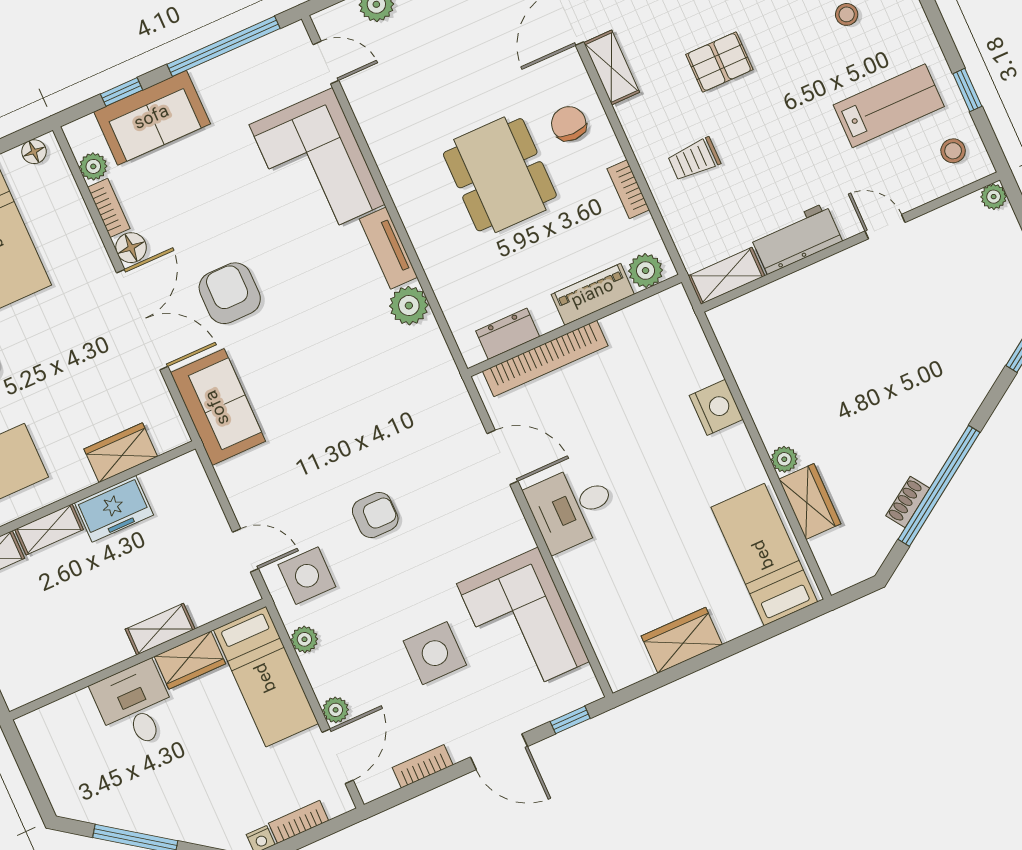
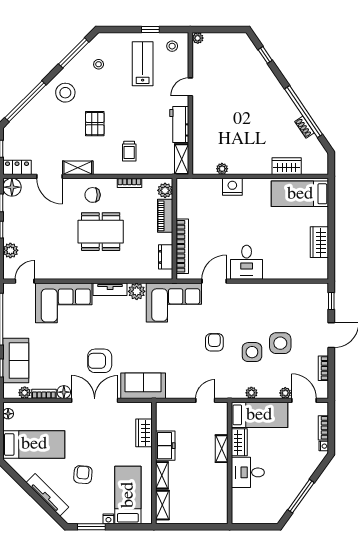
plant: (784, 459) -> (222, 169), moved
side table: (307, 576) -> (252, 352), moved
corner sofa: (523, 623) -> (174, 302), moved

